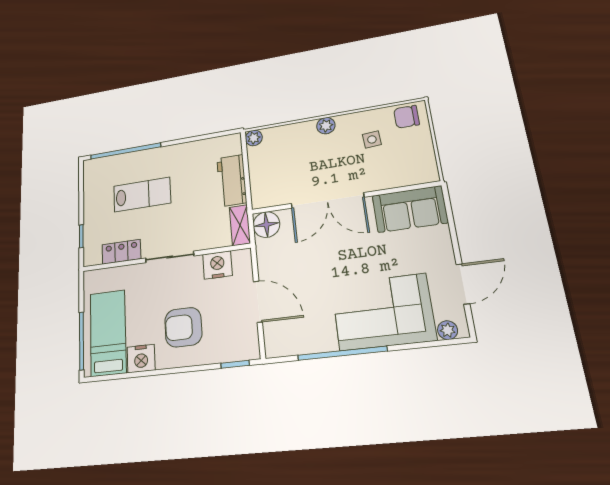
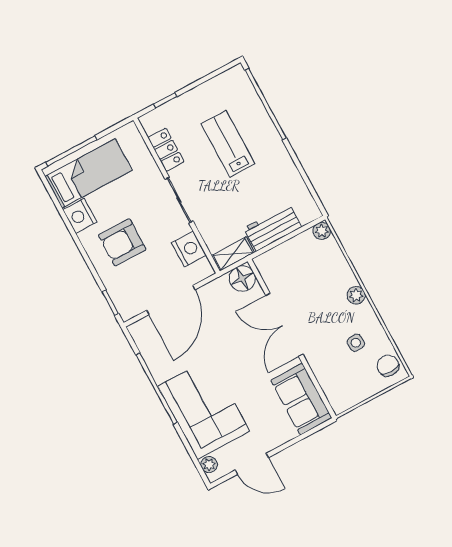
lab bench: (142, 195) -> (228, 144), turned 180
door: (258, 302) -> (171, 300), width x1.36
armchair: (183, 327) -> (122, 242), turned -90

